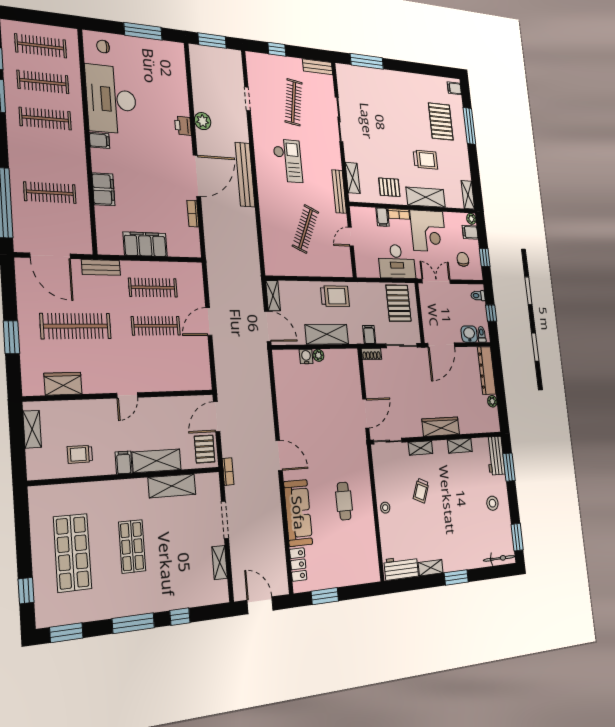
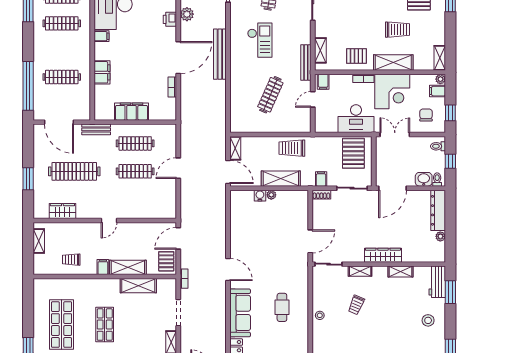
filing cabinet: (382, 217) -> (323, 82), moved
trolley: (335, 296) -> (292, 148), turned 180

